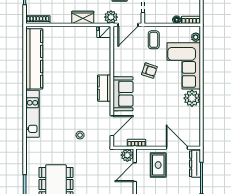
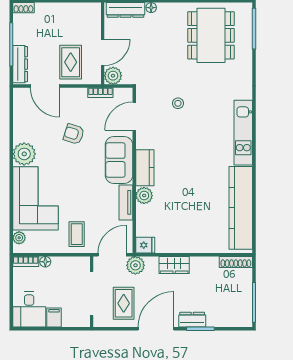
tv unit: (118, 63) -> (126, 202), added
plant: (105, 68) -> (144, 196), added
armchair: (149, 71) -> (74, 134), moved

